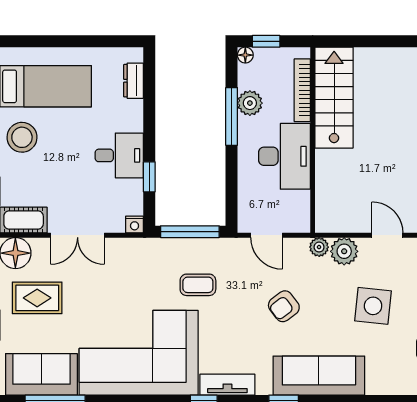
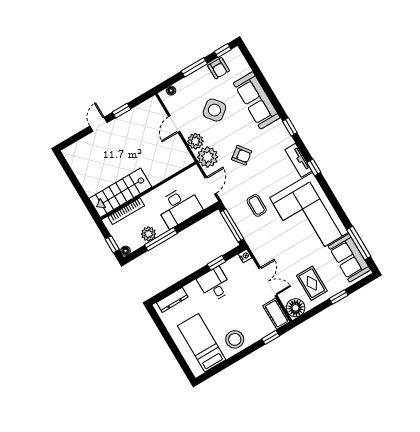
dresser: (133, 81) -> (172, 300), width x1.44
desk: (284, 156) -> (179, 207), moved, turned 180
plant: (319, 247) -> (208, 157), width x1.88, depth x1.88
side table: (373, 306) -> (214, 110), turned 45
sofa: (319, 376) -> (257, 100), moved

